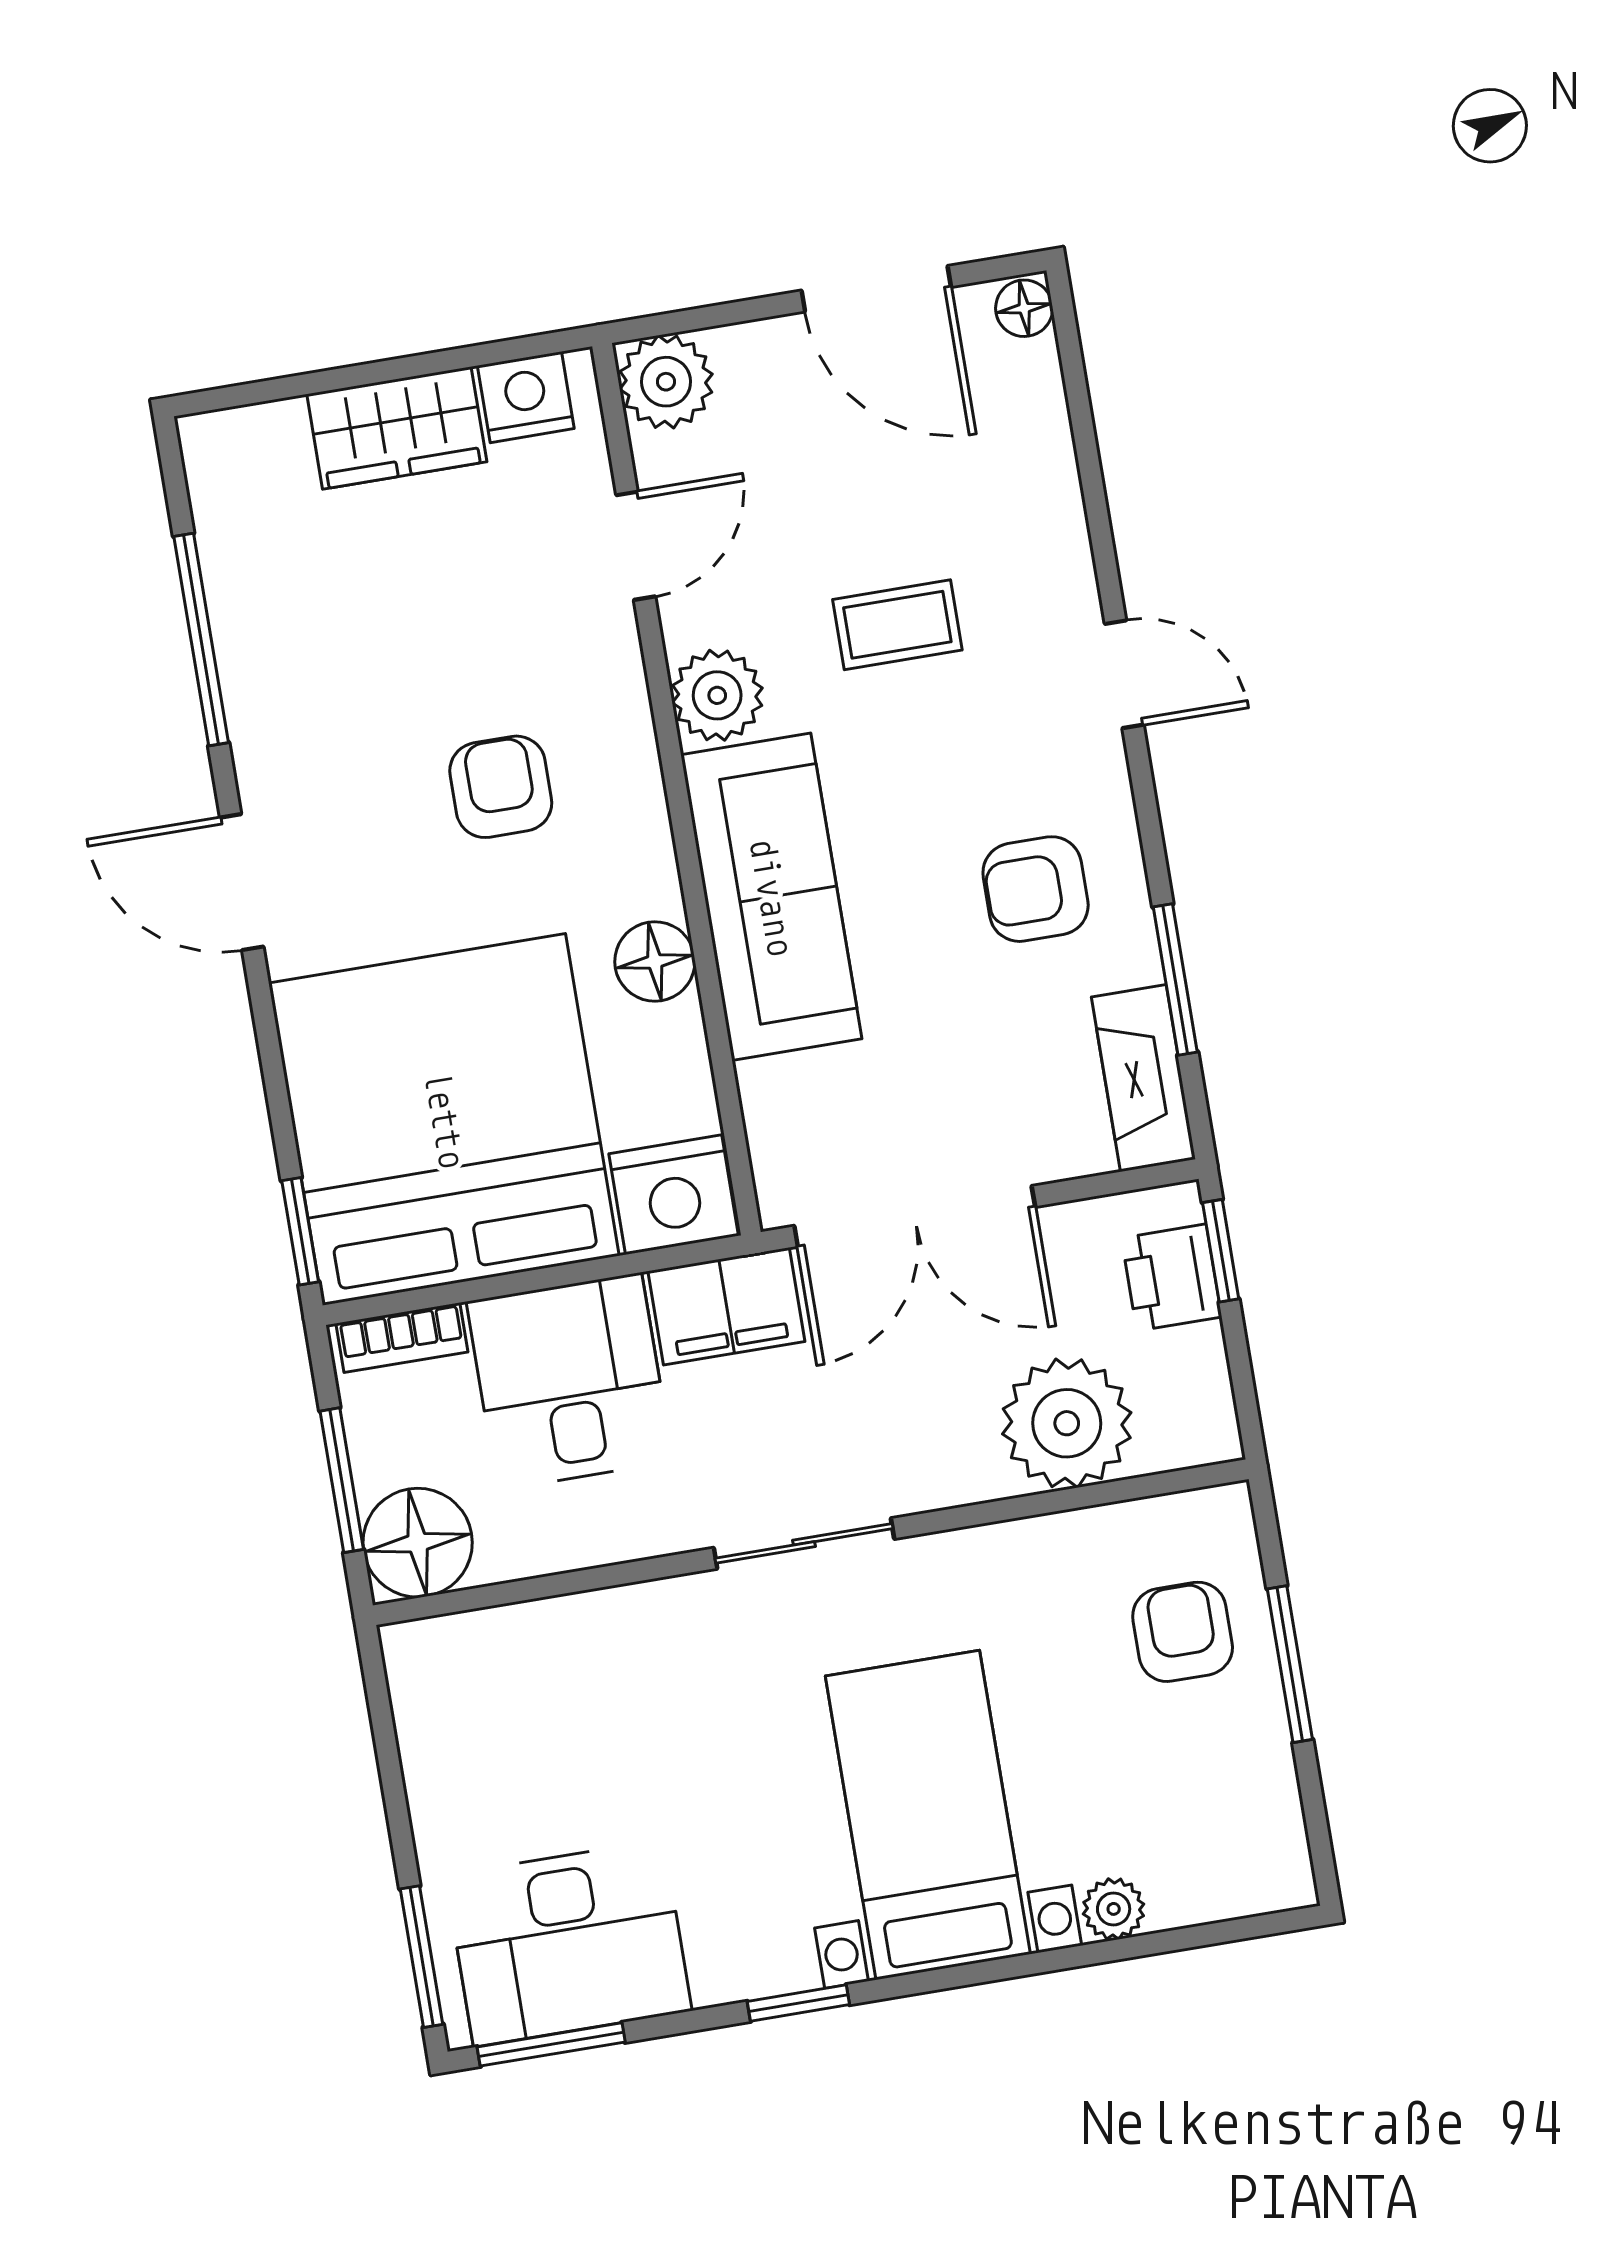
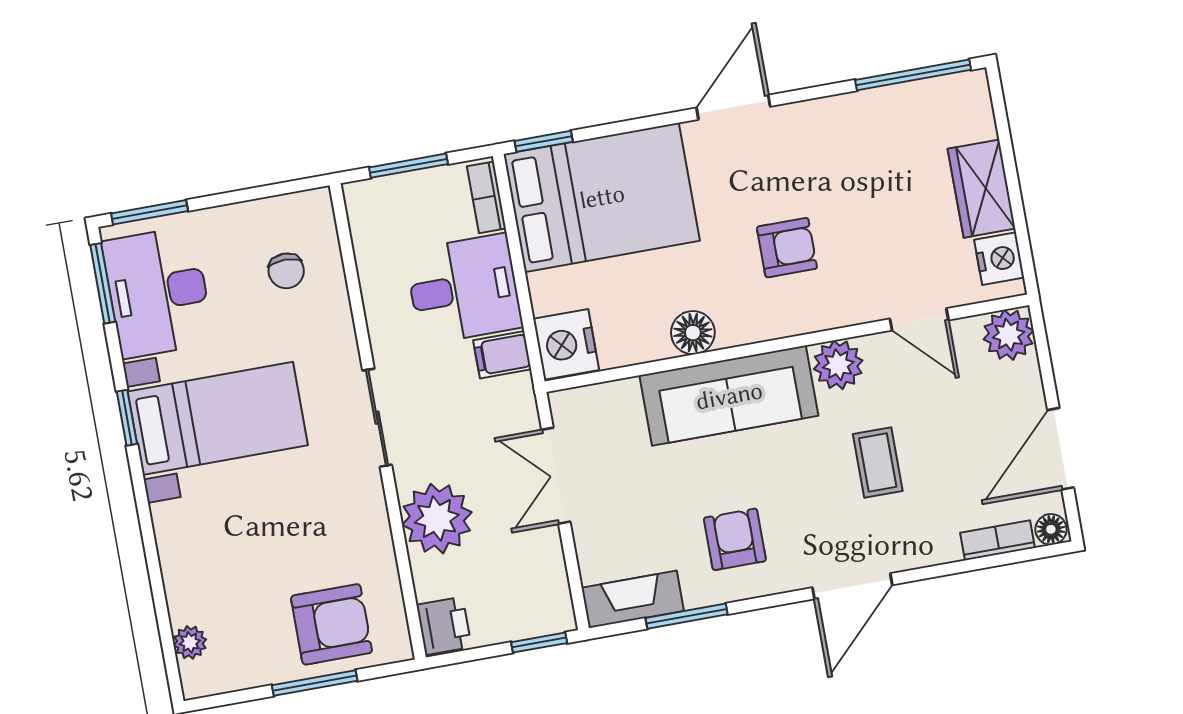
bookcase: (1043, 407) -> (998, 540), added
window: (201, 640) -> (913, 75), moved
door: (1124, 674) -> (852, 586), width x1.38
bed: (444, 1119) -> (602, 197), width x0.73
double door: (915, 1216) -> (556, 476), width x0.73
printer: (1172, 1277) -> (444, 626), moved, turned 90
filing cabinet: (726, 1306) -> (502, 355), width x0.50
plant: (1067, 1423) -> (437, 519), moved
floor lamp: (418, 1543) -> (375, 207), removed
armchair: (1183, 1632) -> (331, 624), width x1.38, depth x1.38
chair: (532, 1707) -> (286, 271), added
bed with nightstands: (928, 1815) -> (218, 418), moved
plant: (1114, 1909) -> (190, 642), moved

